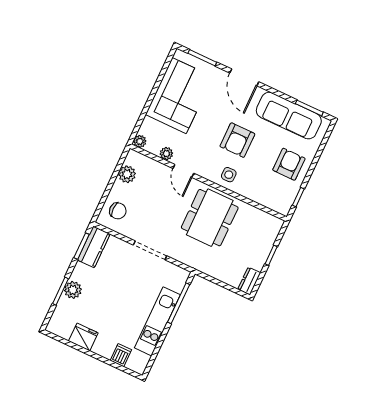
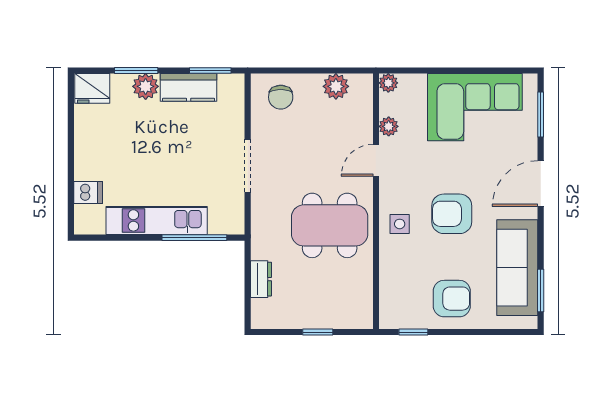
kitchen counter: (94, 247) -> (189, 87), moved
dresser: (249, 281) -> (261, 279), moved, turned 90
fridge: (83, 337) -> (92, 88), moved, turned 90

